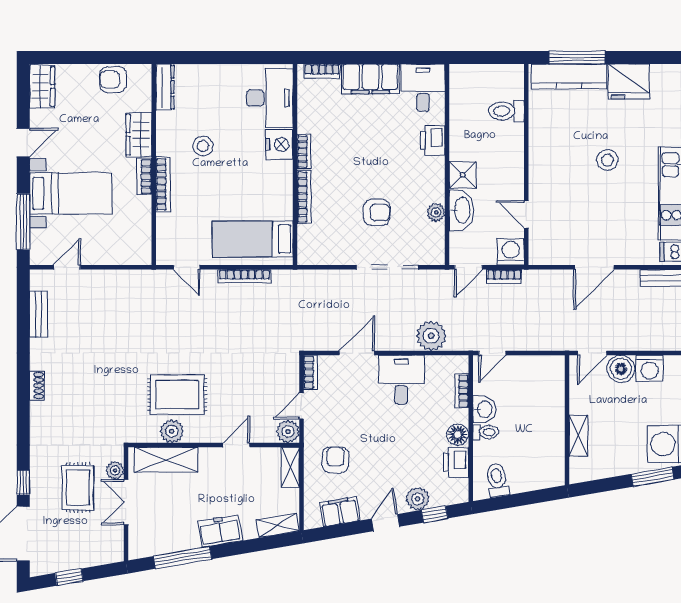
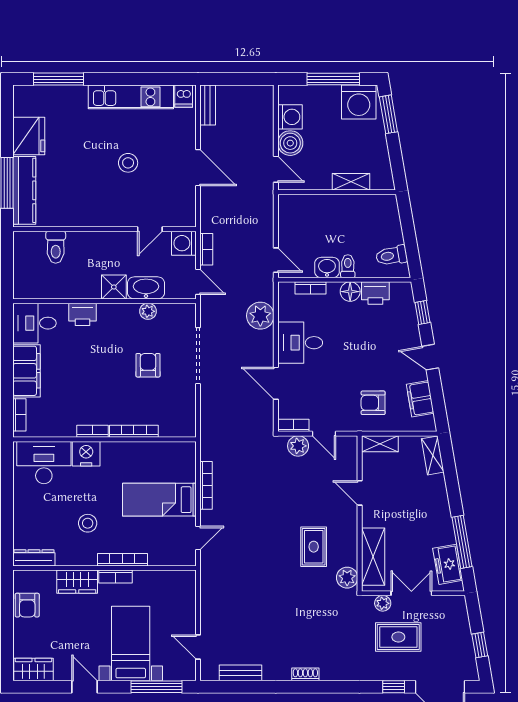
stool: (607, 160) -> (128, 163), moved
bed: (253, 239) -> (159, 500), moved, turned 90
rug: (177, 395) -> (314, 547), width x0.73, depth x0.70
plant: (172, 431) -> (347, 578), moved
plant: (288, 431) -> (298, 446), moved
plant: (418, 499) -> (409, 328), removed
double door: (126, 502) -> (411, 593), swing flipped
freezer: (220, 531) -> (448, 564), moved

